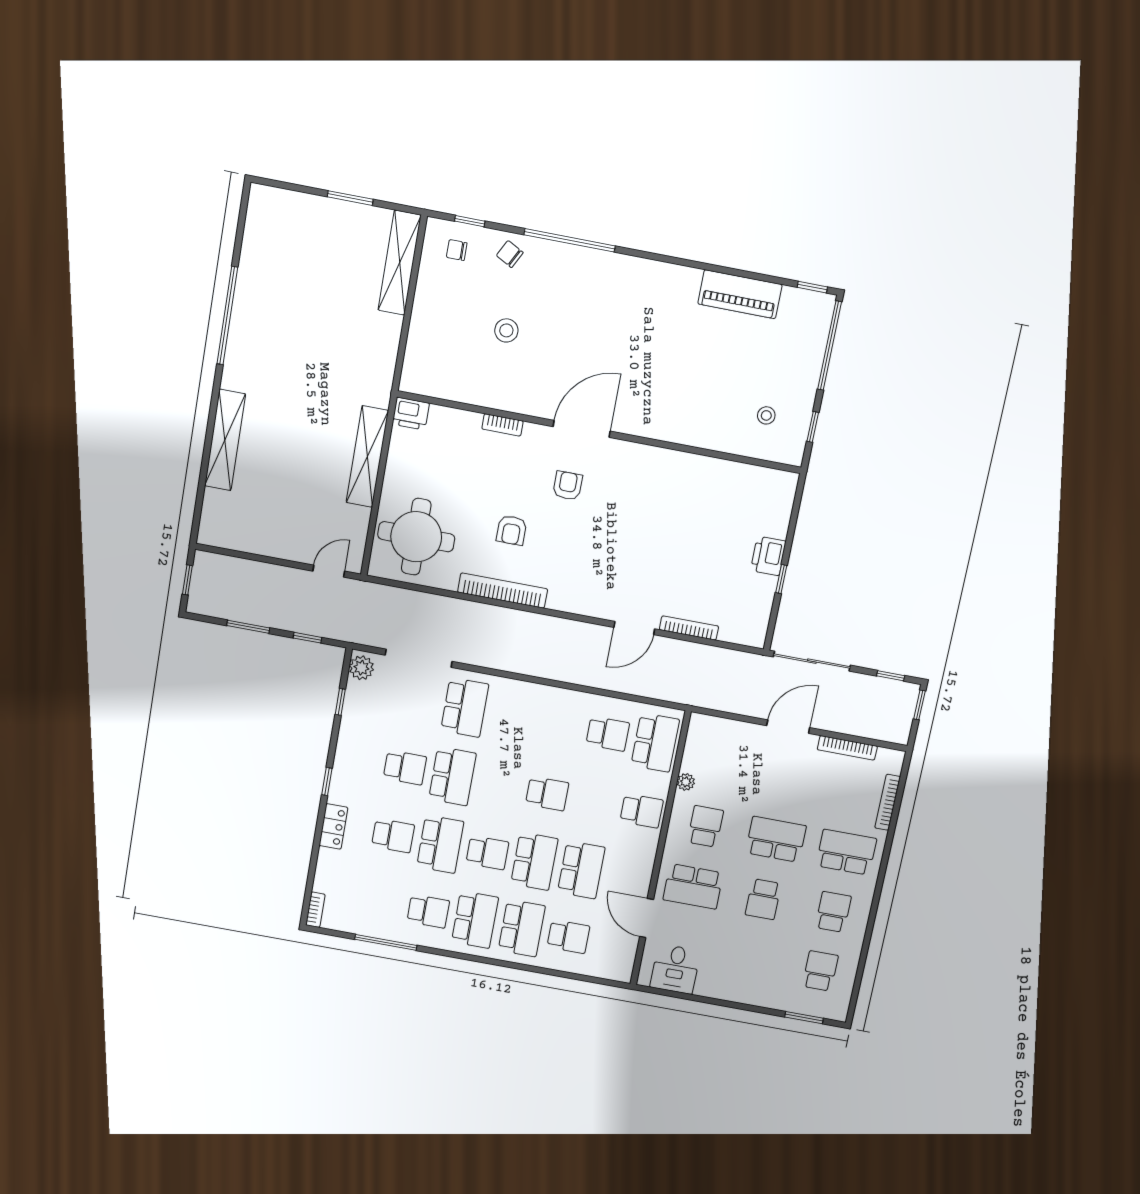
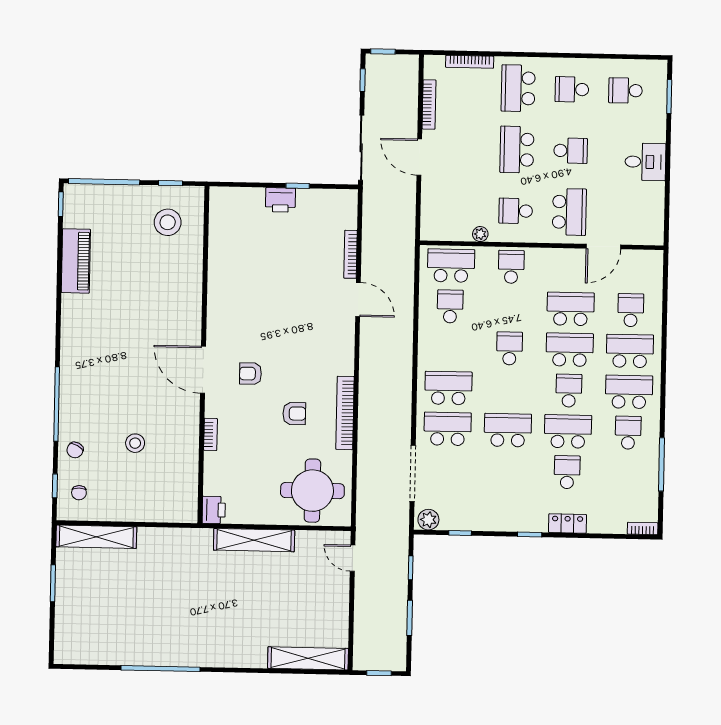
stool: (766, 415) -> (168, 222), width x1.89, depth x1.89
shelving: (225, 440) -> (308, 658), moved
school desk: (405, 768) -> (448, 388), moved, width x1.85
desk: (675, 969) -> (645, 162), moved

